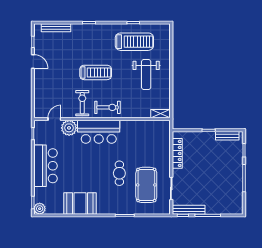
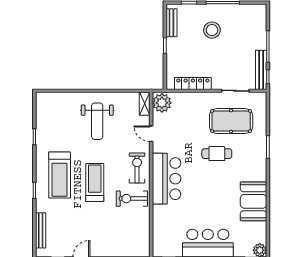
treadmill: (134, 42) -> (60, 175), moved, turned 180
weight bench: (146, 74) -> (97, 121), turned 90
door: (54, 119) -> (151, 134), moved
plant: (69, 128) -> (162, 103), moved
stool: (221, 169) -> (212, 30), added

